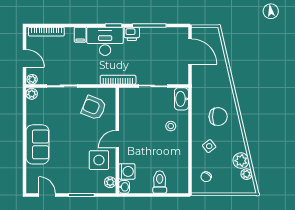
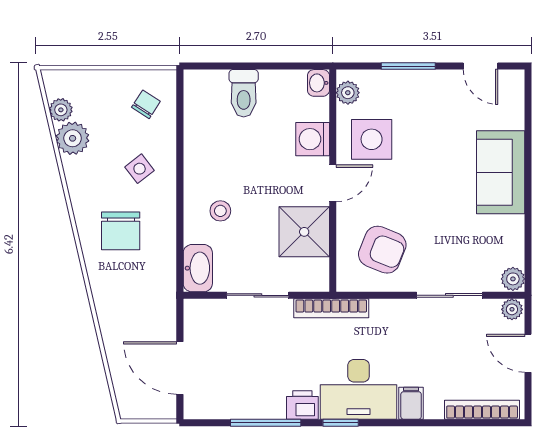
shower: (131, 116) -> (304, 232), added
chair: (218, 117) -> (121, 231), turned -90
washing machine: (127, 171) -> (313, 139), moved

